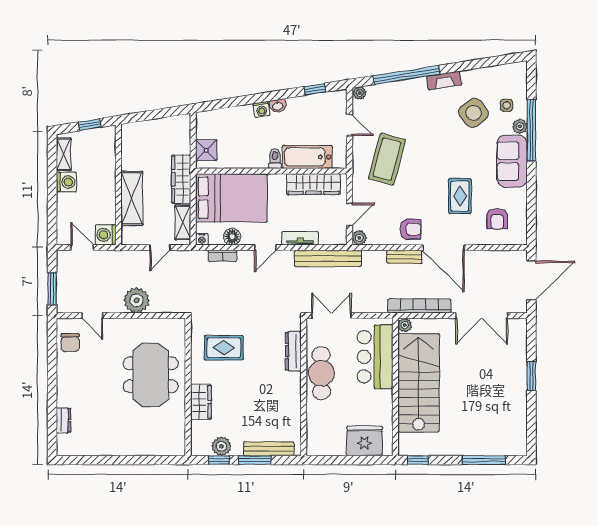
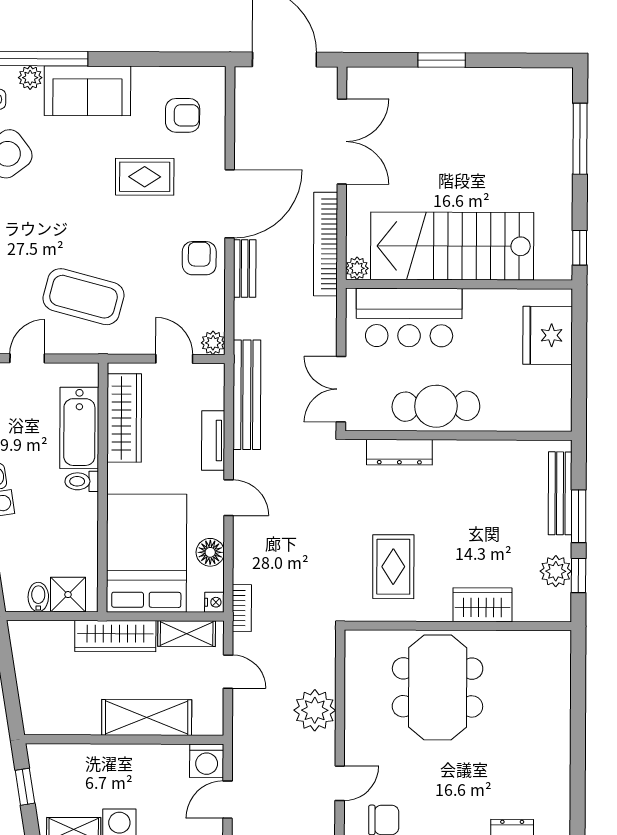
bidet: (205, 132) -> (38, 597), added
bookcase: (222, 256) -> (242, 608), moved
meeting table: (151, 375) -> (438, 687), turned 90

